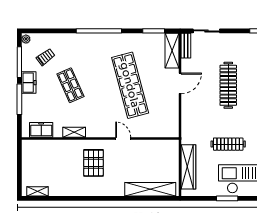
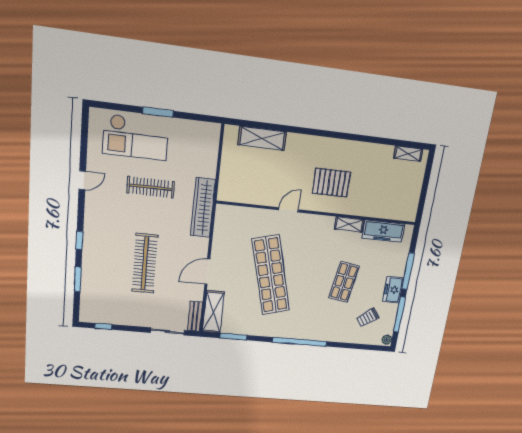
shop shelf: (70, 85) -> (344, 282), turned 33
freezer: (41, 130) -> (383, 231), width x1.40
door: (123, 138) -> (289, 210), swing flipped
pallet: (93, 163) -> (331, 183), turned 90
wardrobe: (188, 167) -> (203, 208), moved
shelving: (150, 189) -> (262, 138), width x0.68

